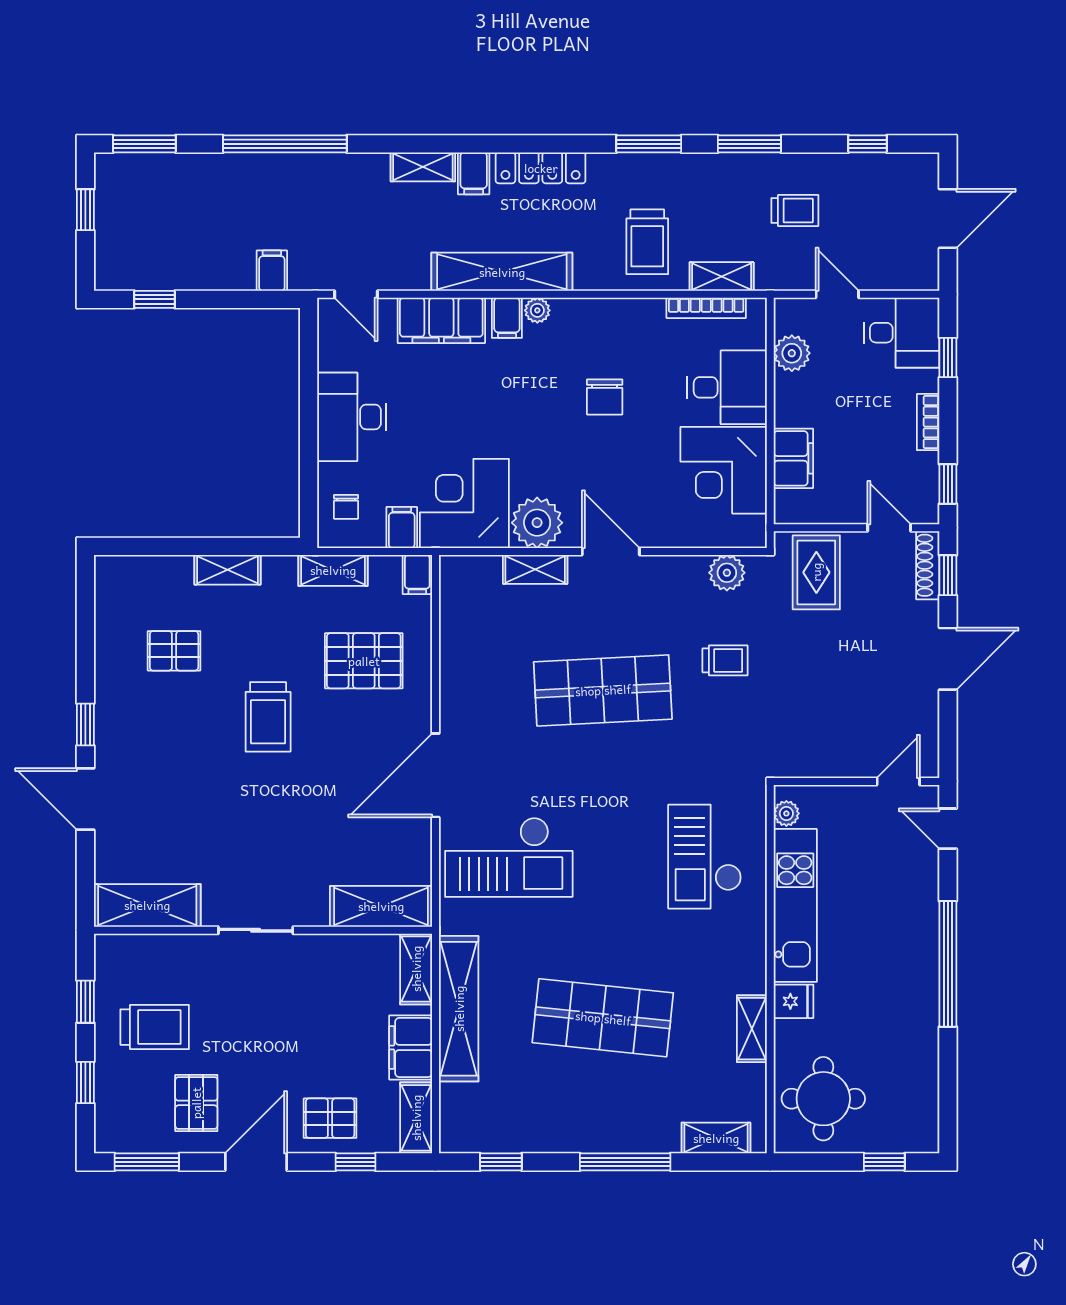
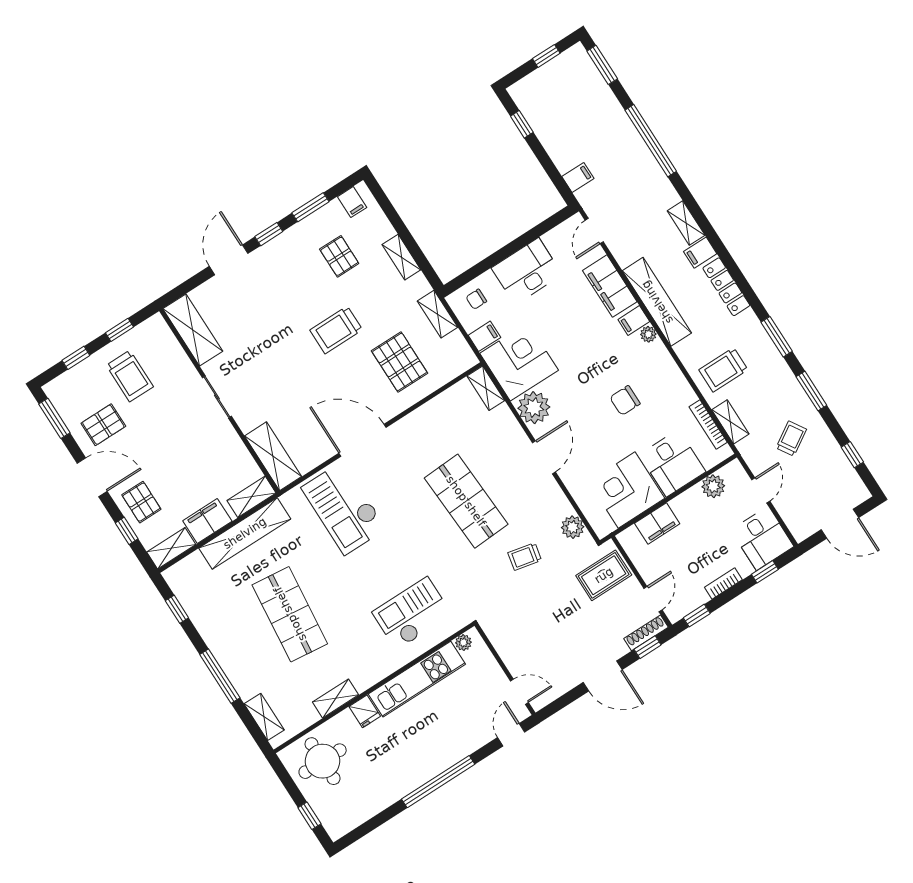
trolley: (795, 210) -> (791, 439), turned -122
shelving: (535, 569) -> (486, 388), moved
filing cabinet: (417, 574) -> (352, 202), moved, turned -90
window: (85, 647) -> (310, 207), added
trolley: (725, 660) -> (525, 557), turned 102

